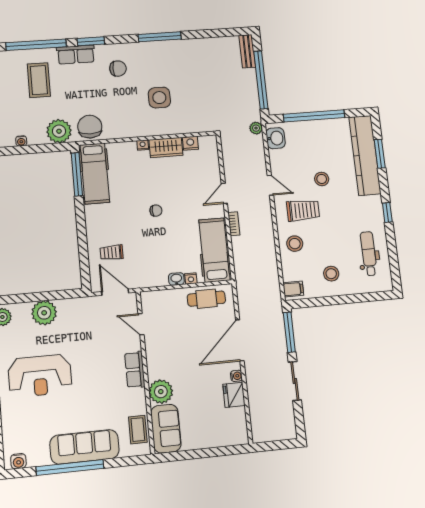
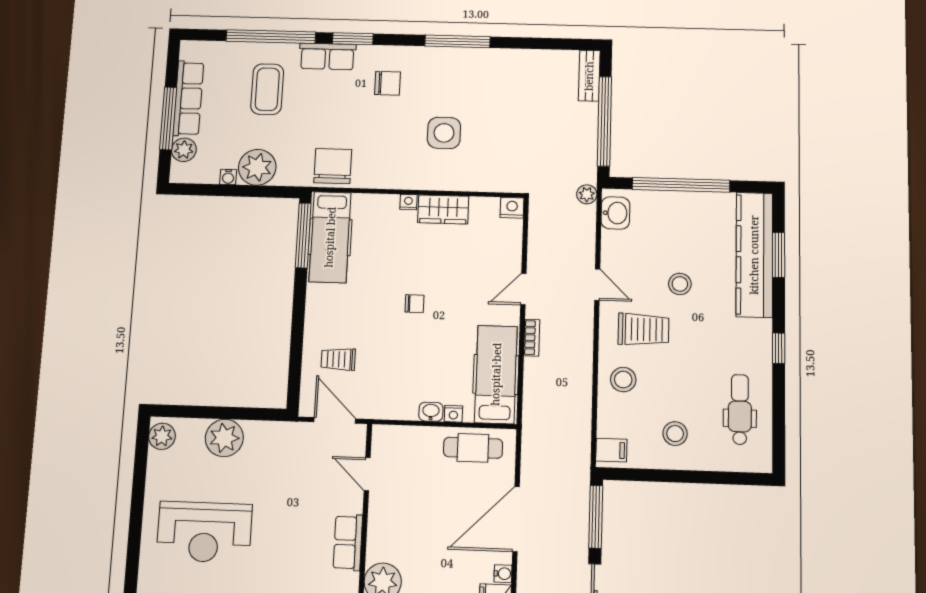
plant: (59, 131) -> (257, 167), moved
nightstand: (190, 143) -> (512, 208), moved

